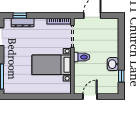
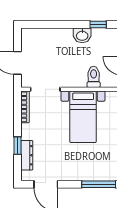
window: (20, 15) -> (18, 146), moved
toilet: (82, 57) -> (94, 77), moved

